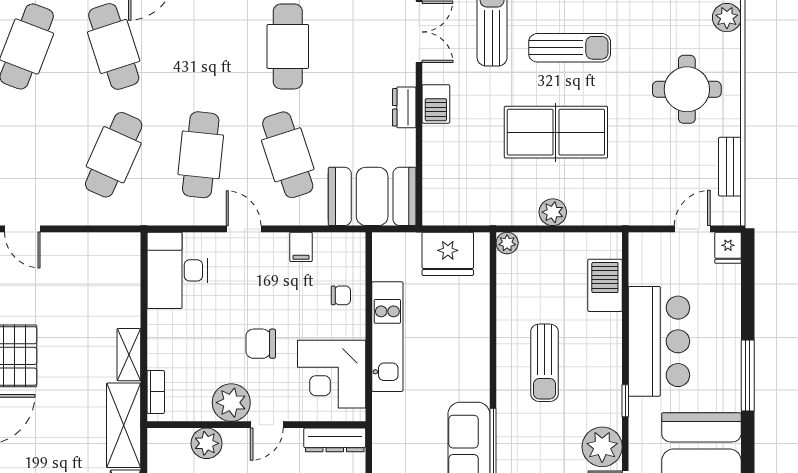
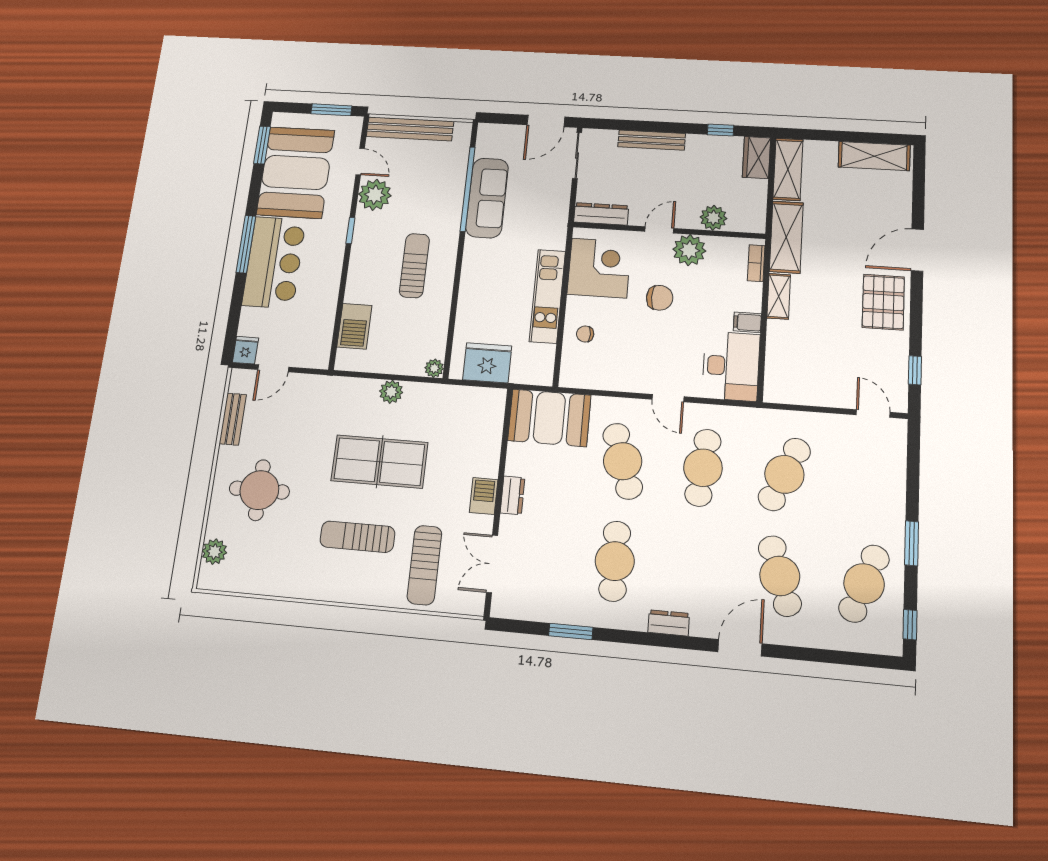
filing cabinet: (301, 247) -> (747, 322), moved, turned -90
bar counter: (659, 341) -> (274, 262), moved, turned 180

